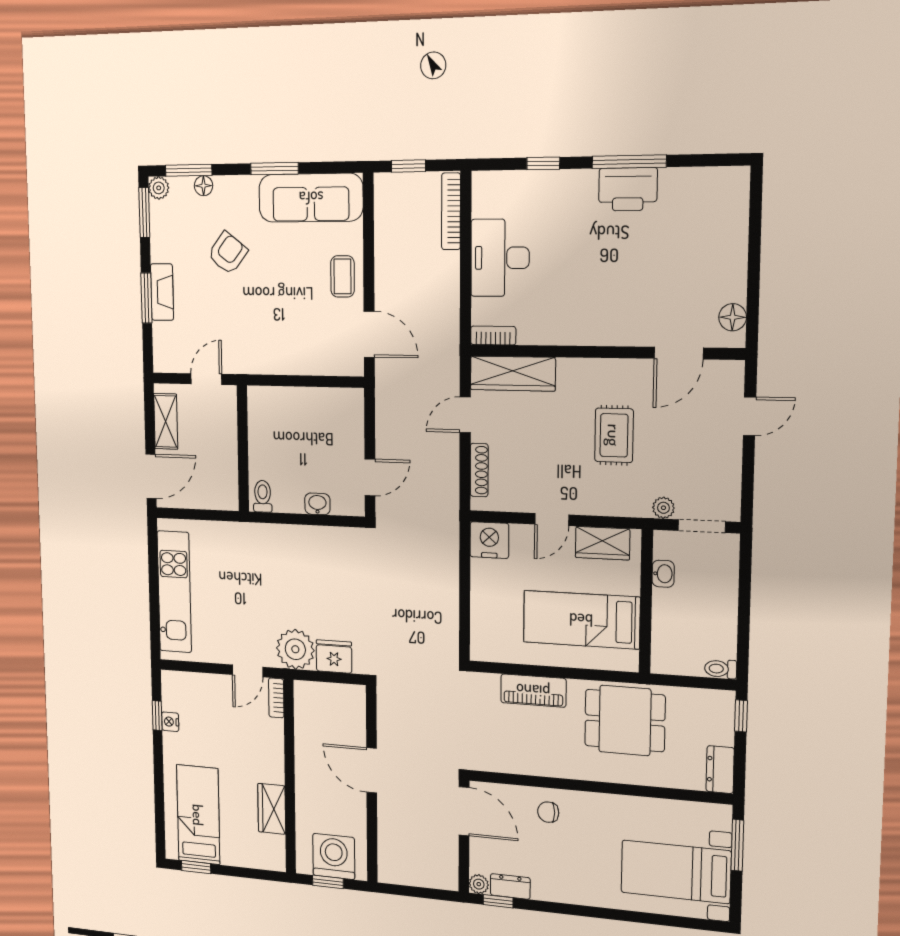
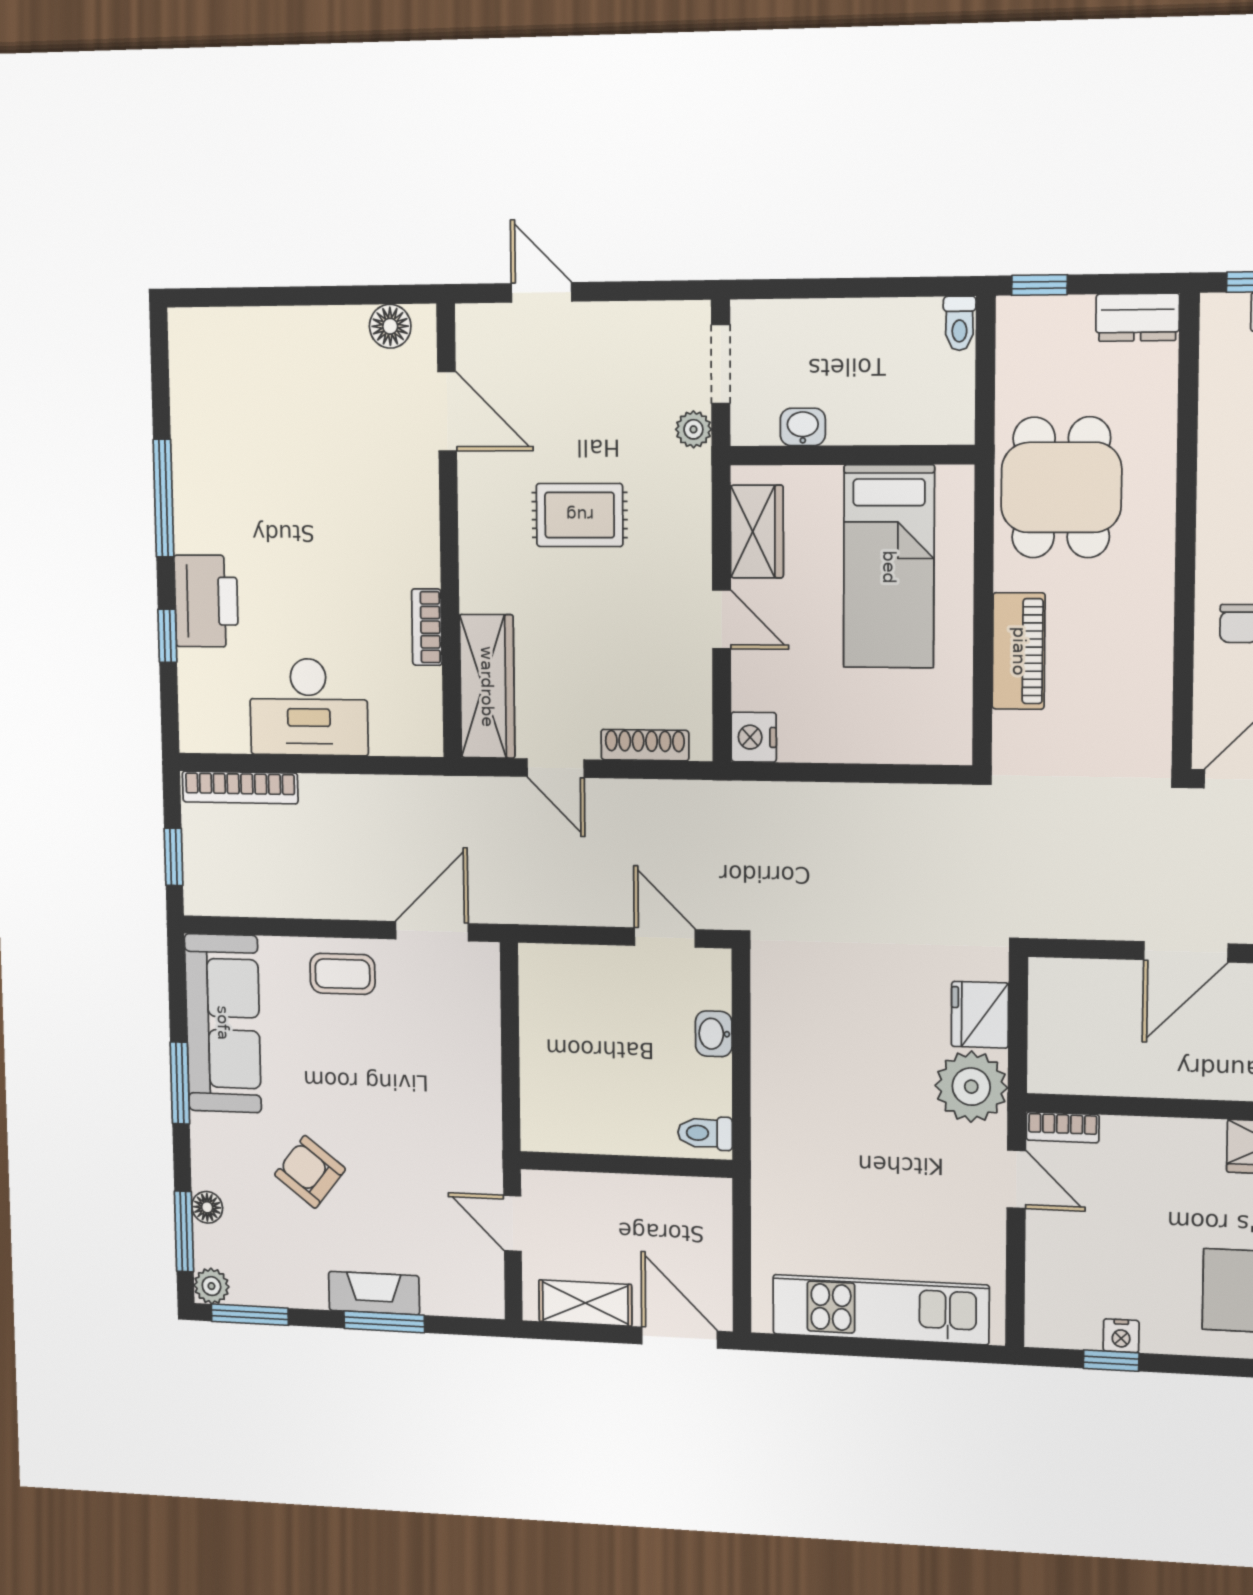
printer: (628, 189) -> (206, 601), moved
bookcase: (493, 335) -> (427, 627), moved
nightstand: (489, 540) -> (754, 737), width x0.74, depth x0.75

